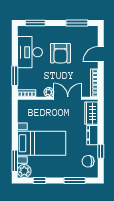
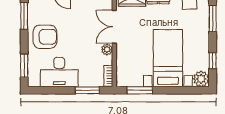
armchair: (60, 53) -> (45, 37), moved
window: (15, 161) -> (140, 90), moved

